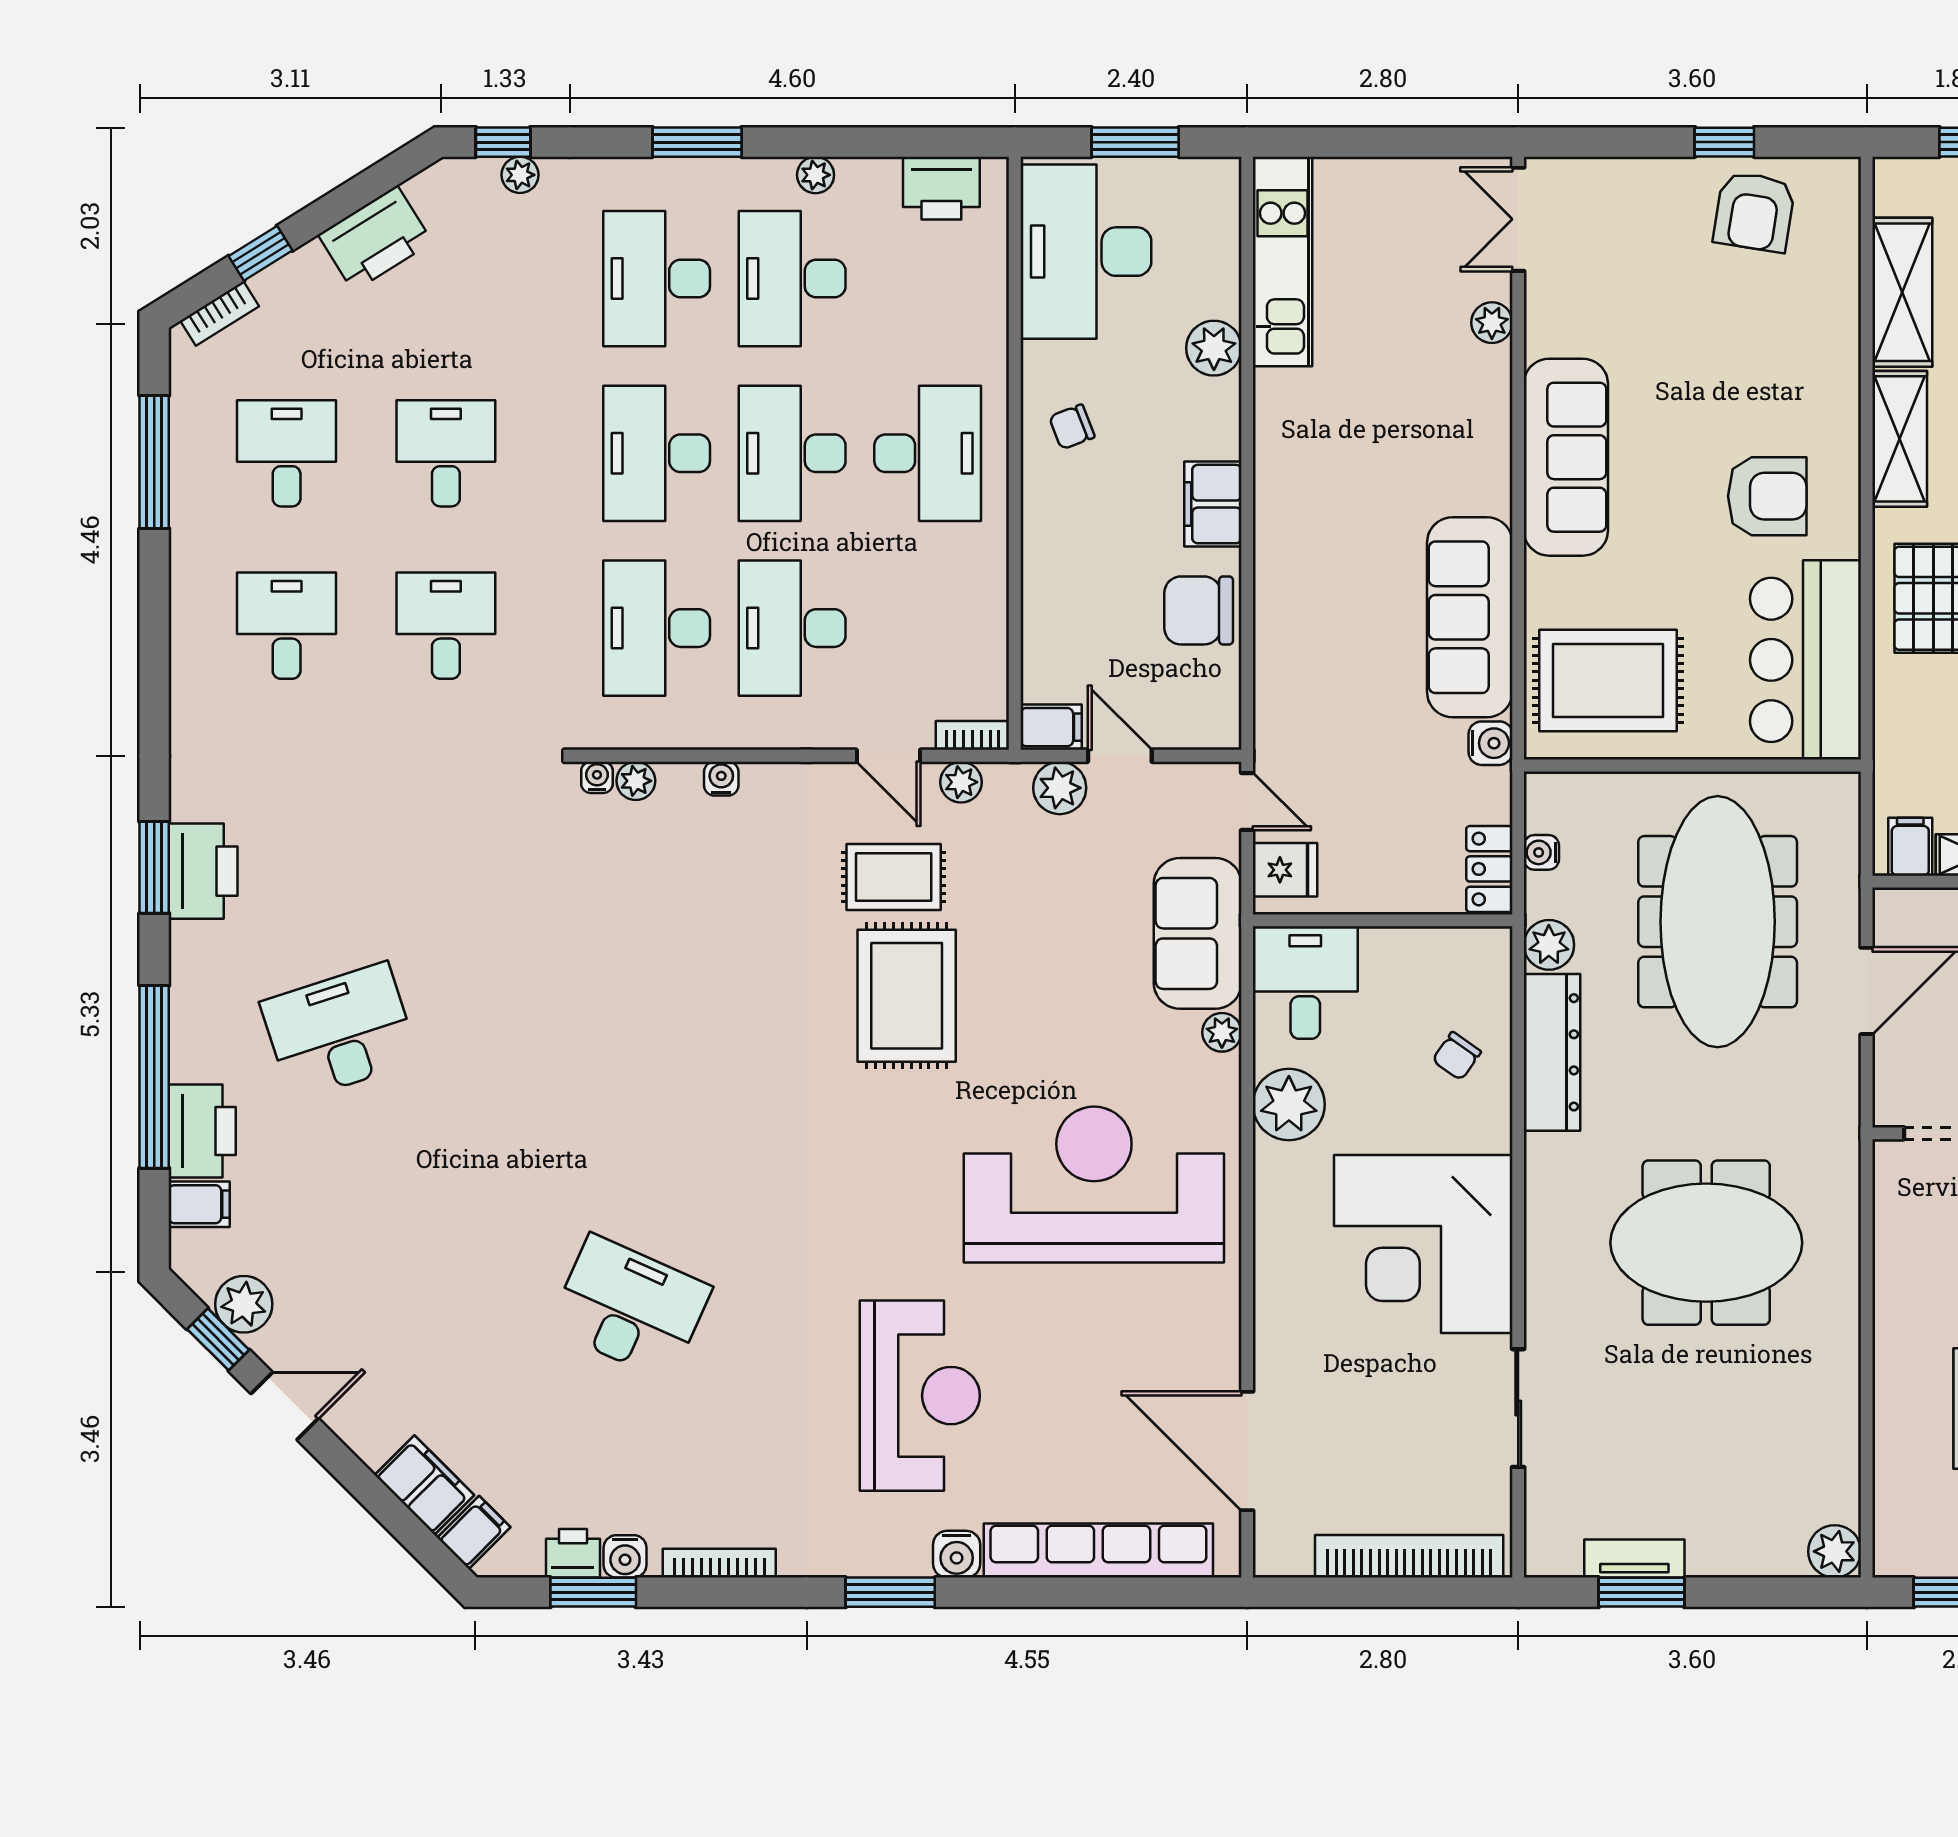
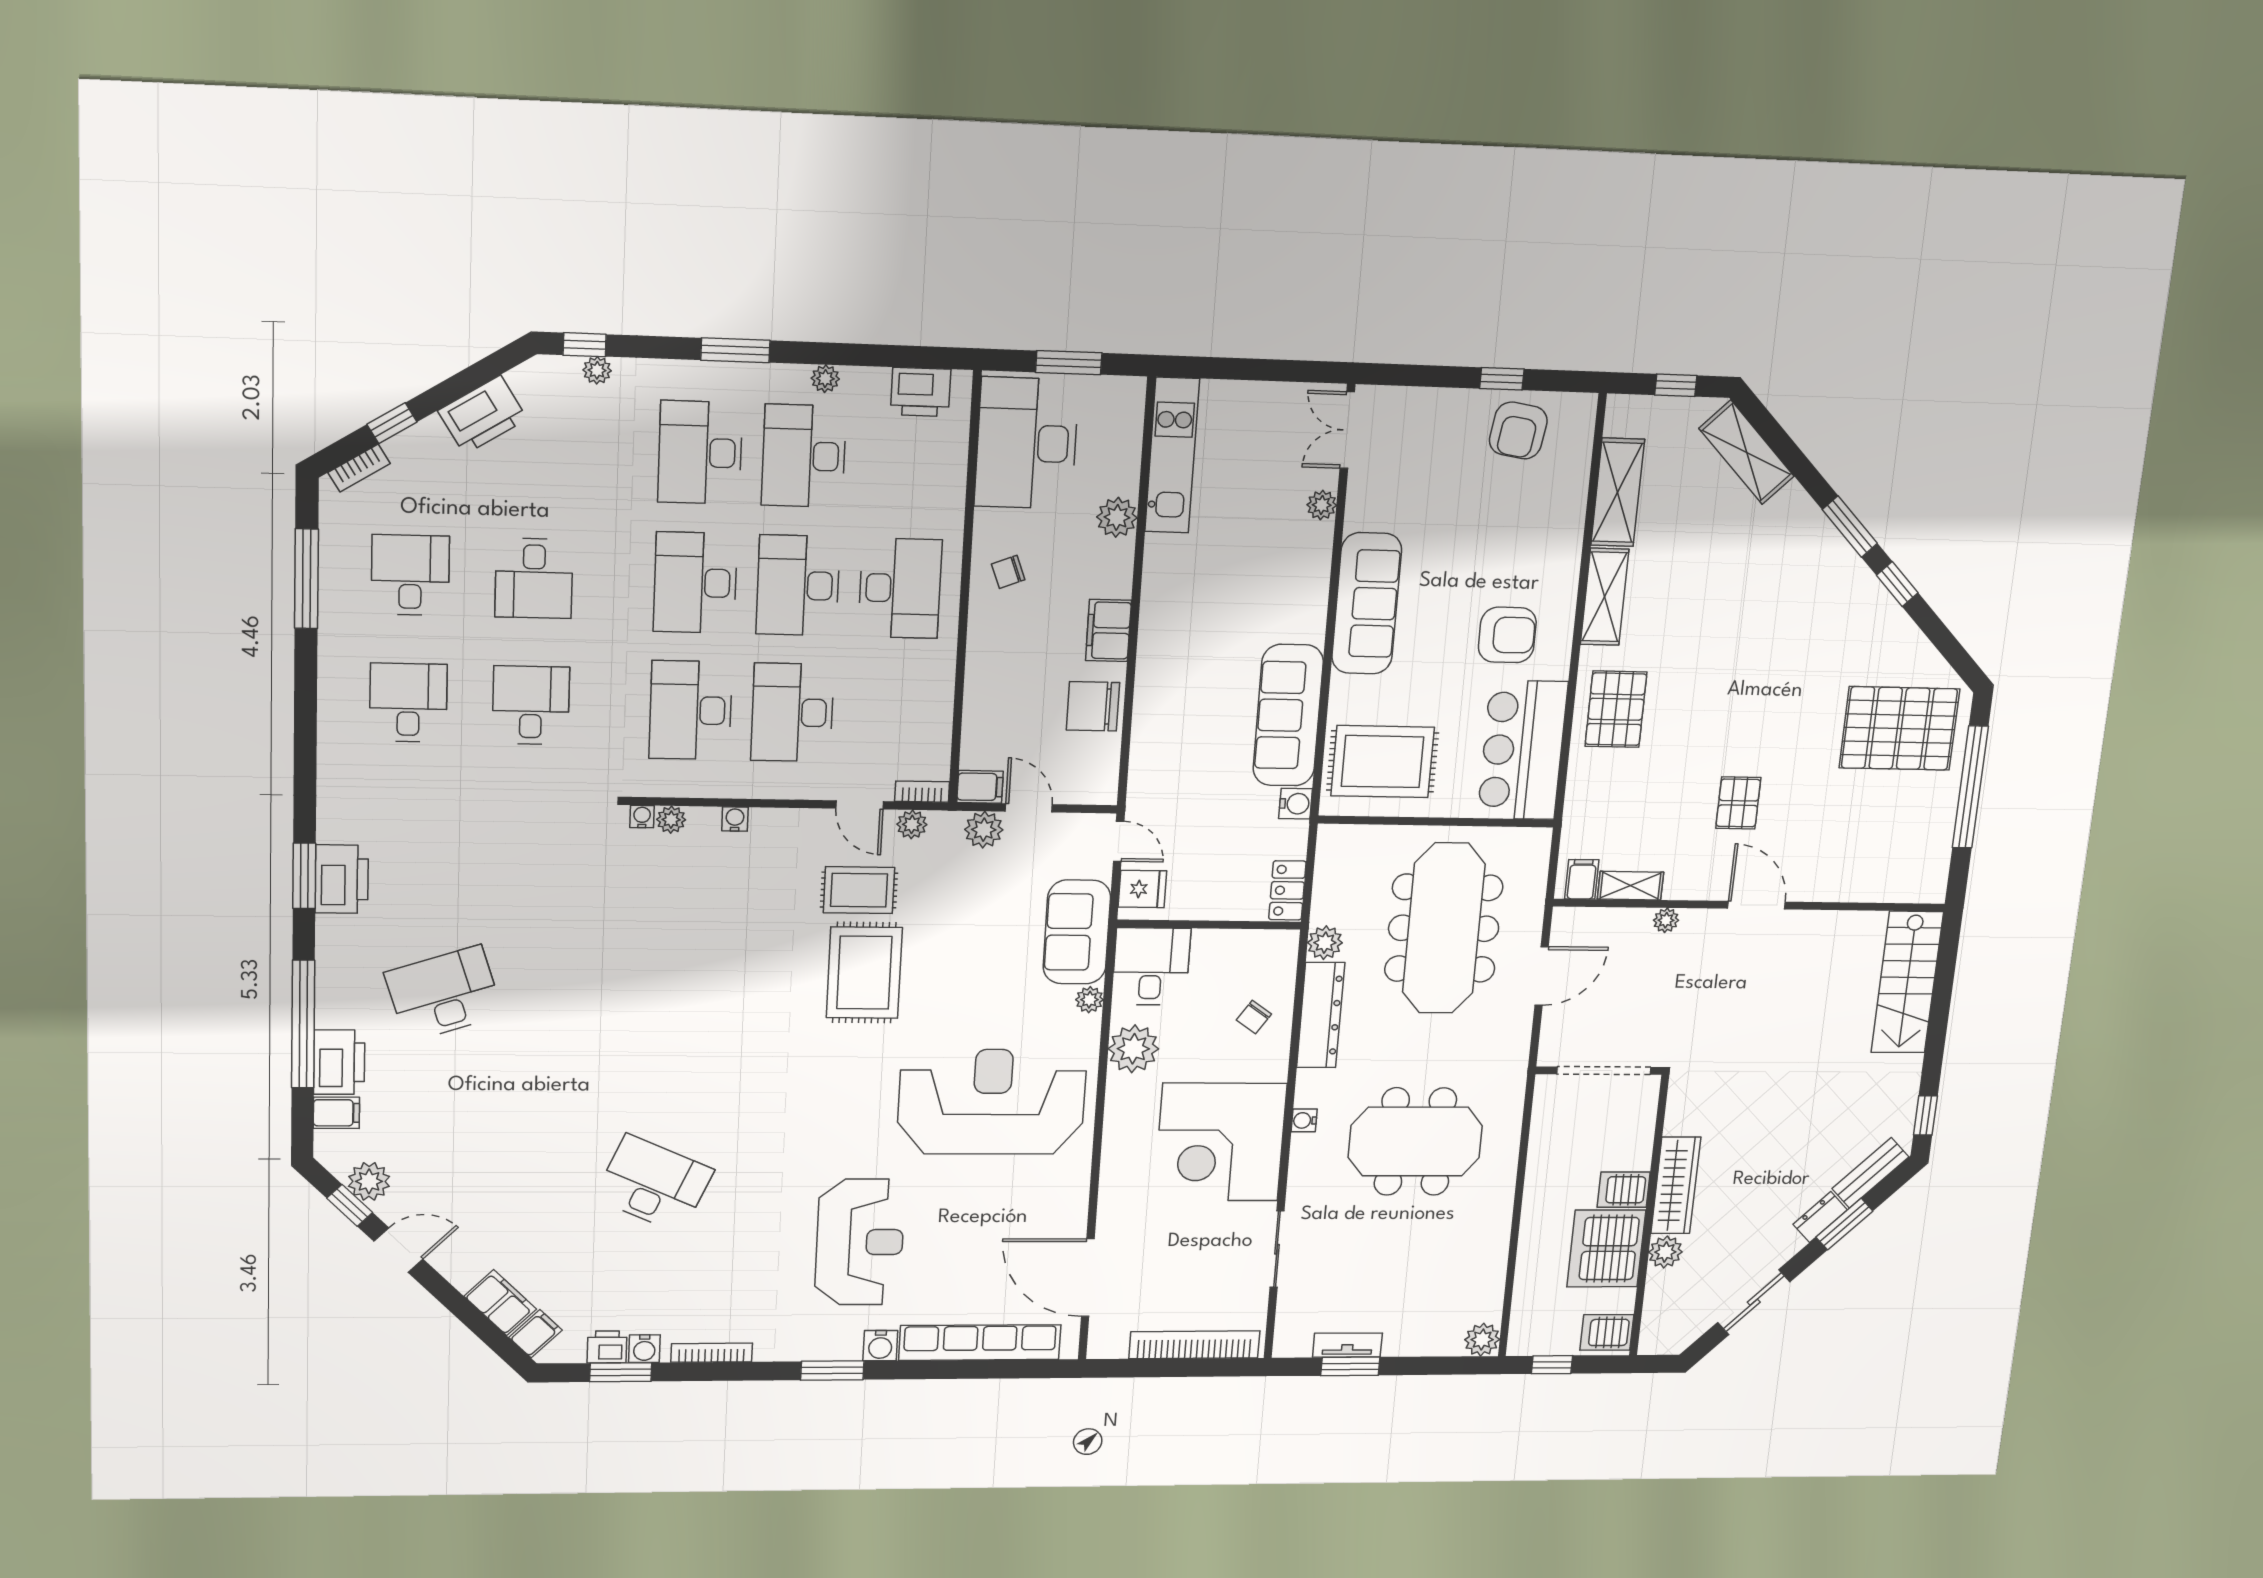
desk: (446, 453) -> (534, 578), turned 180
water cooler: (1541, 852) -> (1304, 1120), moved

